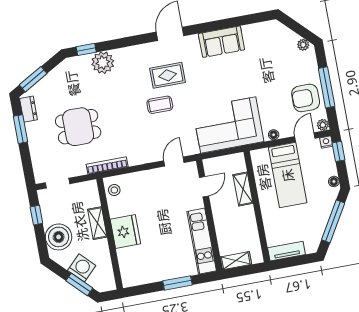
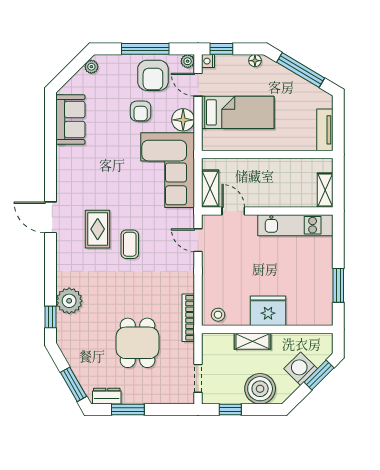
sofa: (221, 42) -> (70, 120), moved
armchair: (274, 93) -> (141, 111), added
floor lamp: (274, 135) -> (183, 120), width x1.89, depth x1.89
shelving: (243, 189) -> (210, 189), moved, turned 90
window: (177, 283) -> (338, 285), moved

